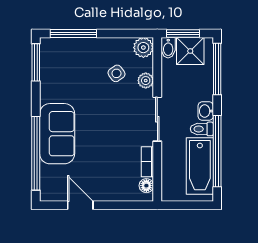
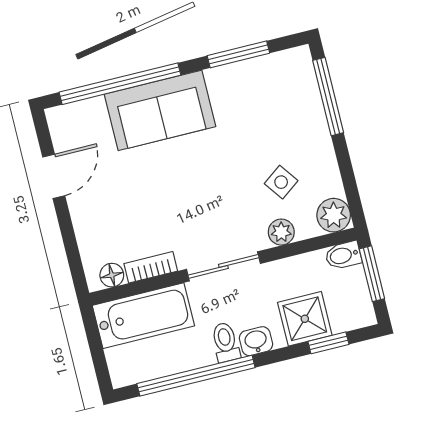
shower: (190, 51) -> (305, 319), moved
window: (36, 62) -> (238, 54), moved
window: (217, 69) -> (328, 343), width x0.46
bathtub: (200, 166) -> (143, 316), moved, turned 180

